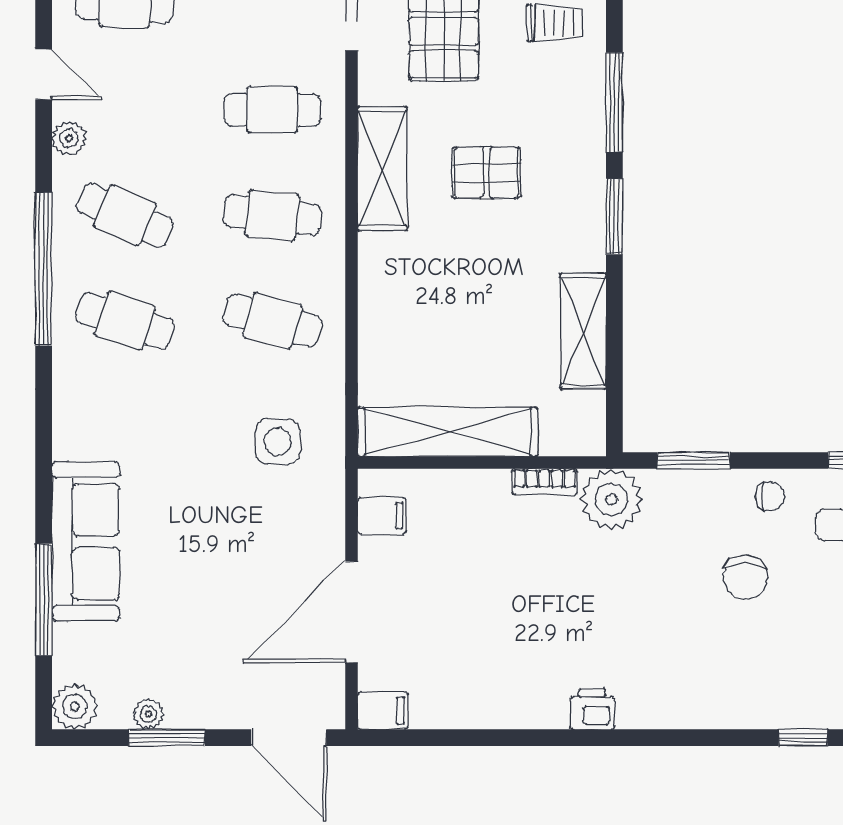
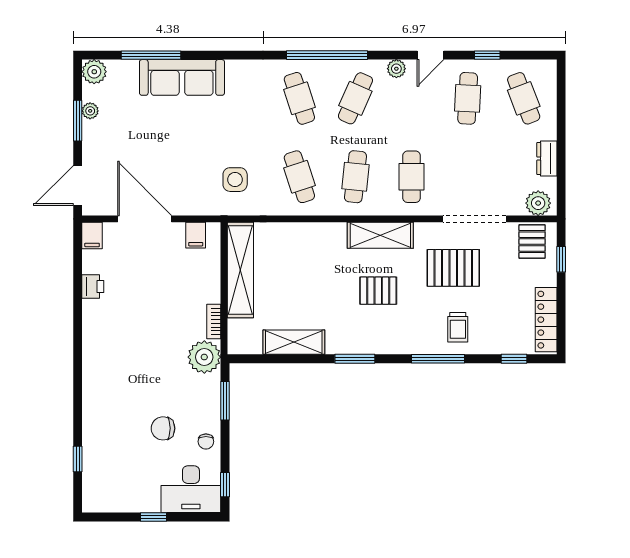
window: (614, 102) -> (438, 359), moved
pallet: (486, 173) -> (378, 291), turned 90
cafe table: (125, 321) -> (299, 98), turned -36
cafe table: (272, 321) -> (299, 177), turned -33
printer: (592, 709) -> (93, 286), moved

